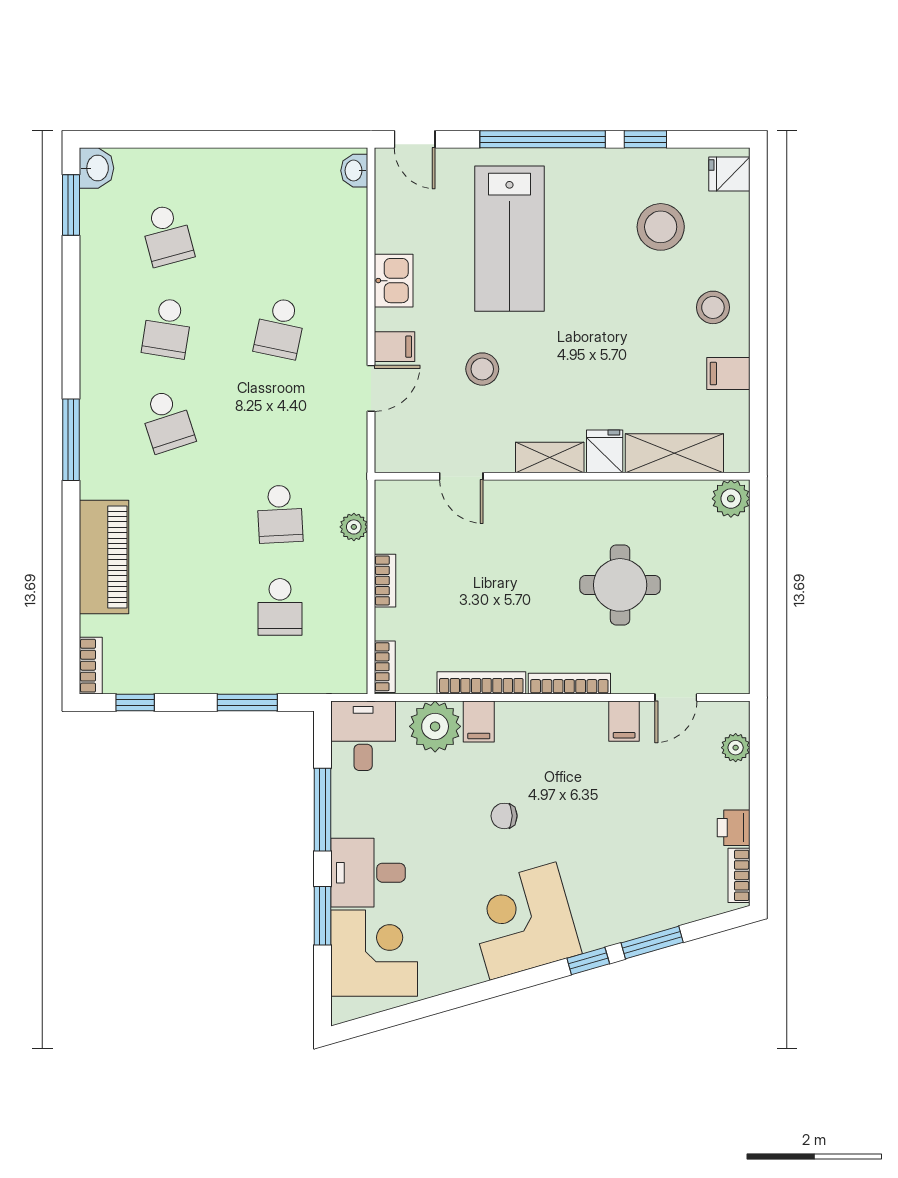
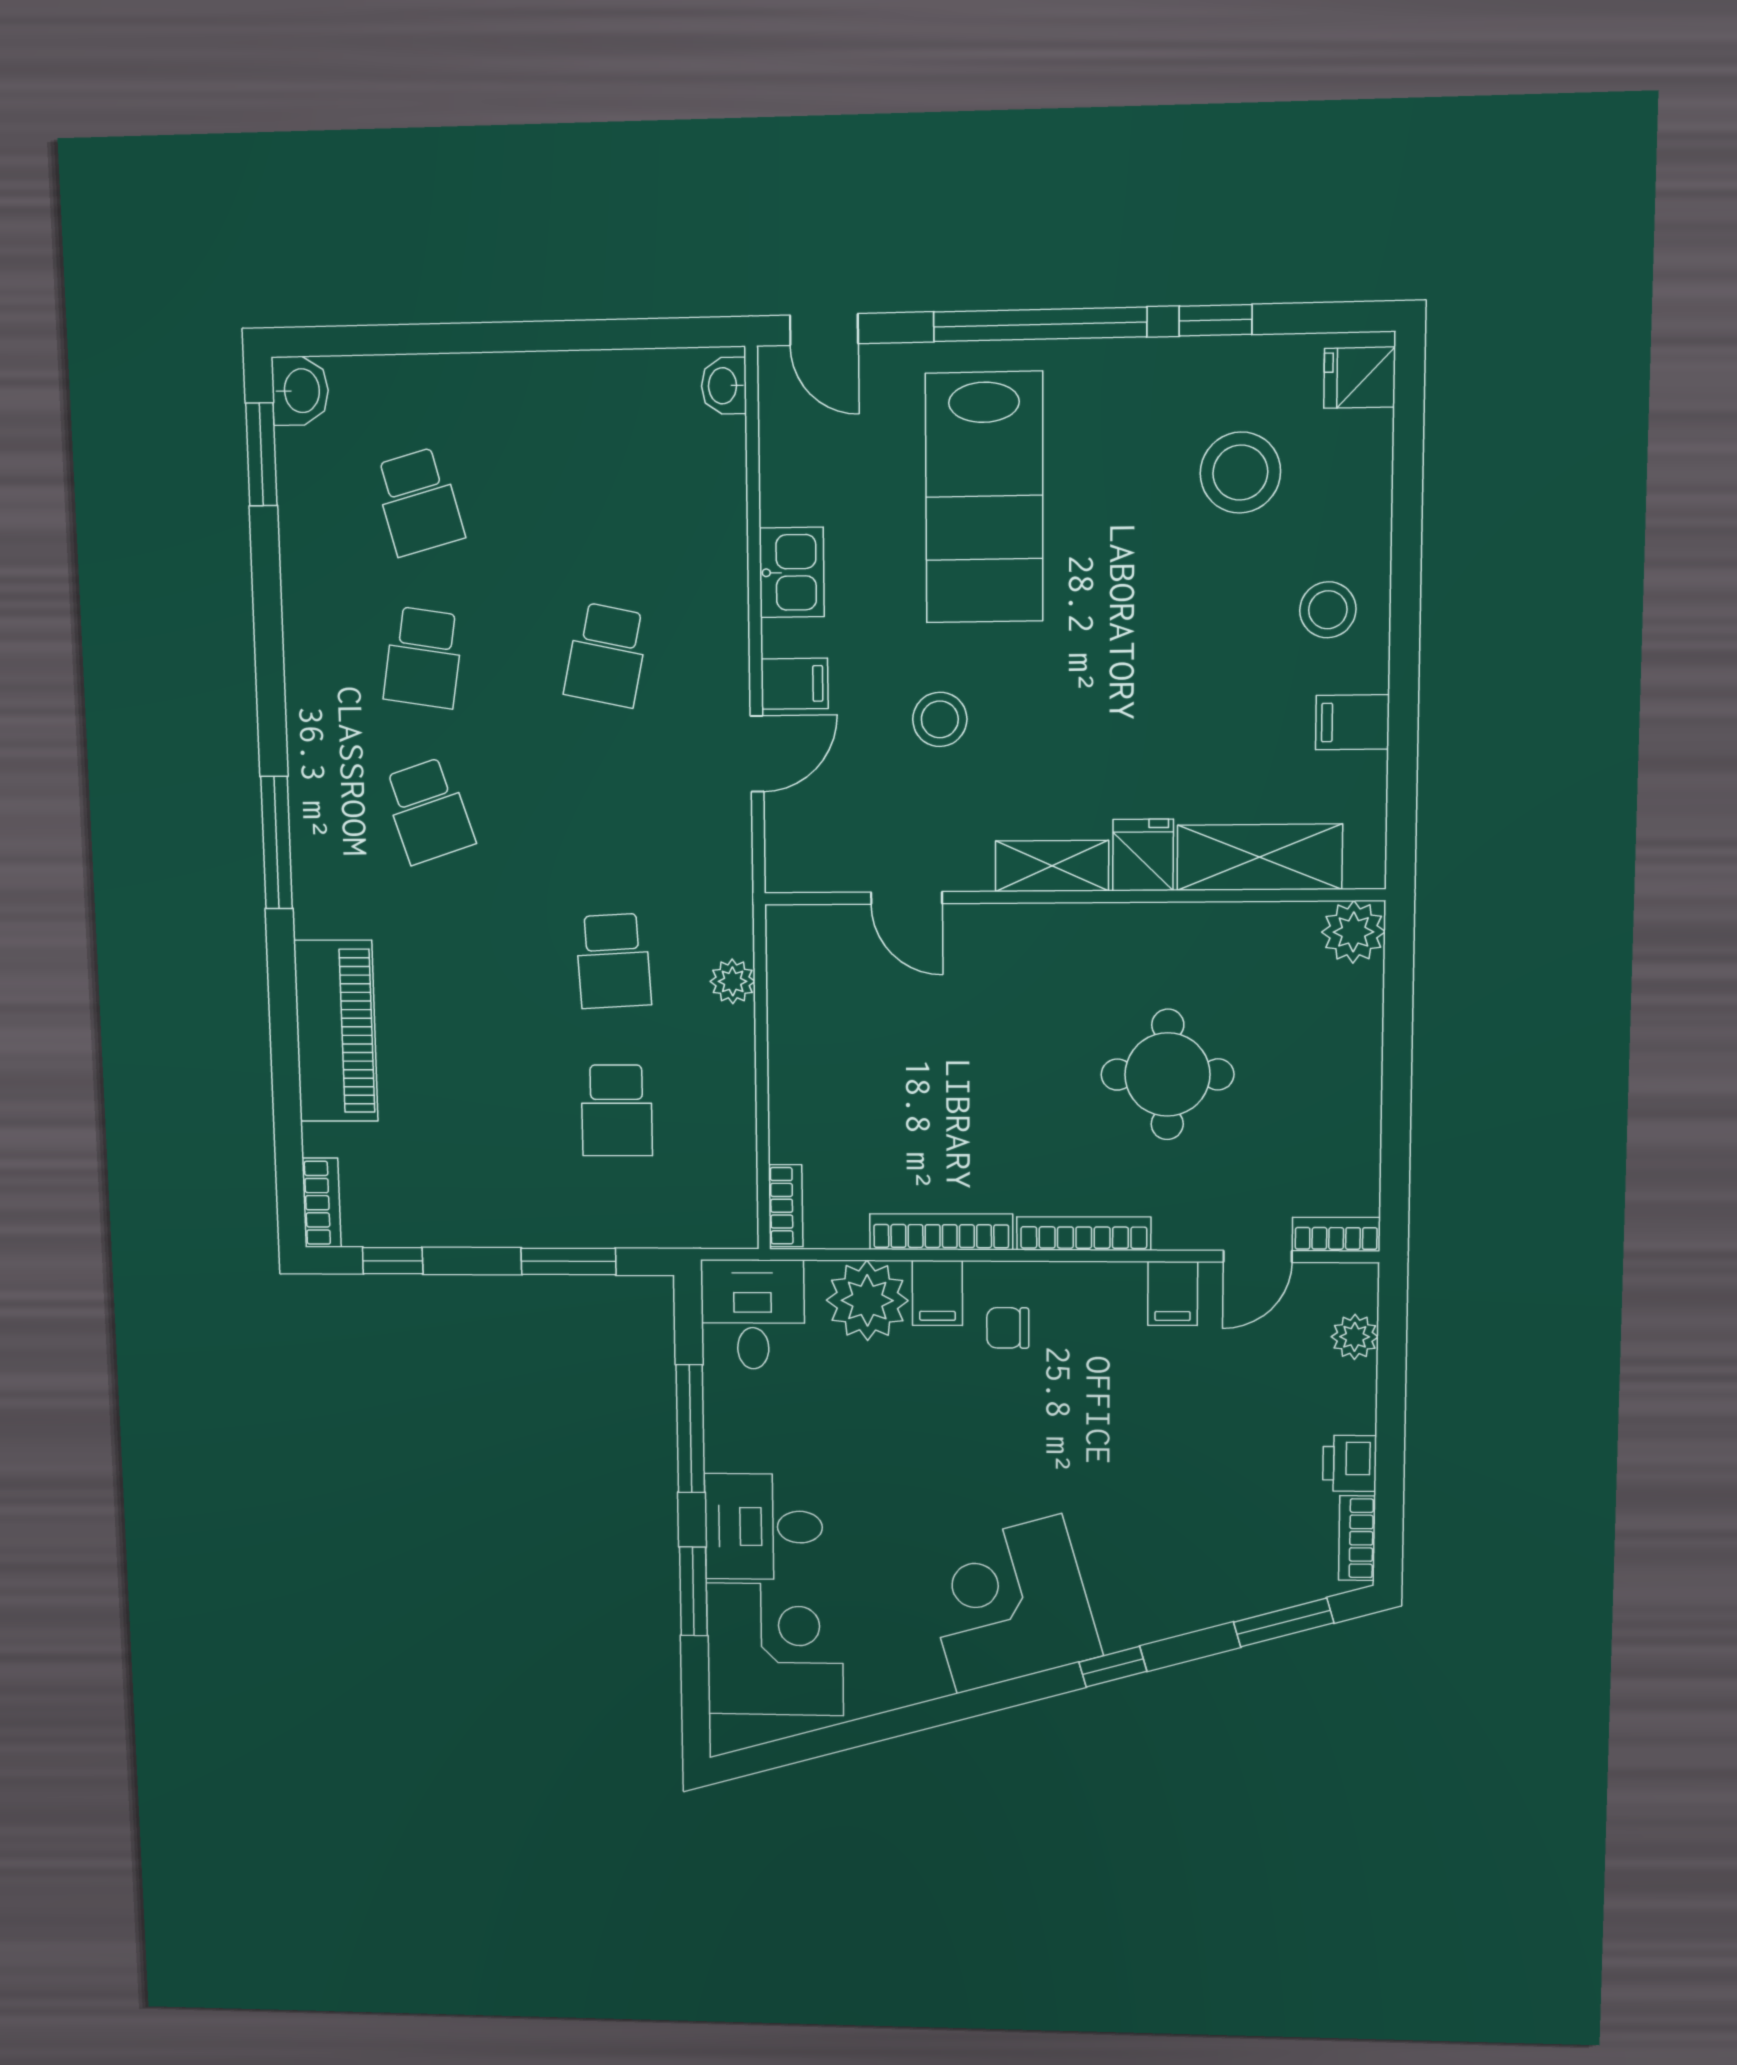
bookcase: (385, 581) -> (1336, 1234), moved, turned -90
chair: (504, 816) -> (1008, 1328), moved
window: (652, 943) -> (1284, 1622), moved

